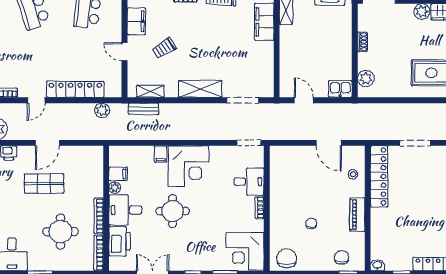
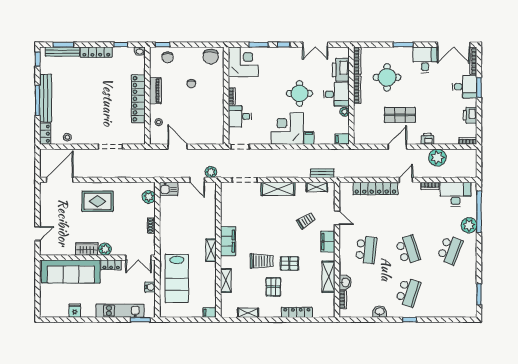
plant: (102, 110) -> (211, 172), moved
filing cabinet: (118, 174) -> (342, 139), moved
locker: (379, 176) -> (138, 99), moved

